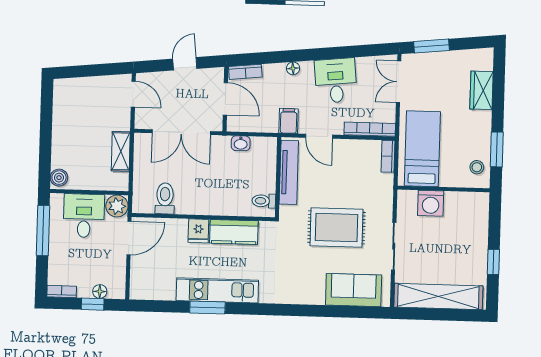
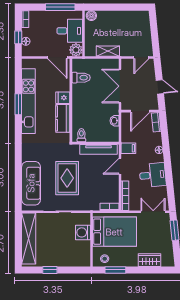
bed: (422, 149) -> (114, 232), width x1.50
kitchen unit: (217, 290) -> (28, 101), width x1.36
sofa: (354, 290) -> (31, 183), width x1.36

